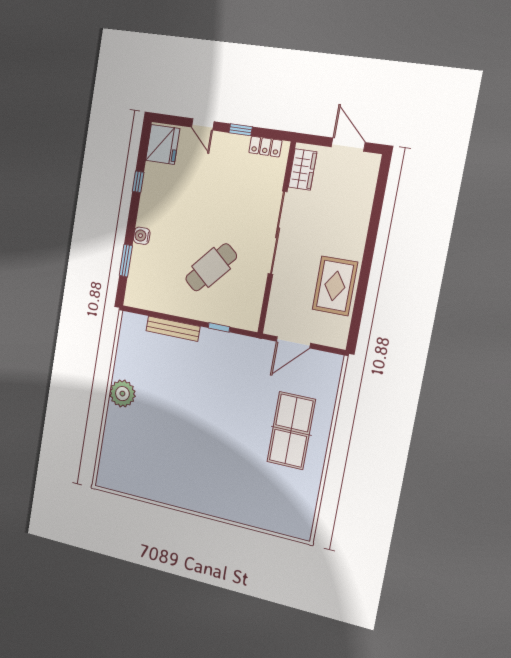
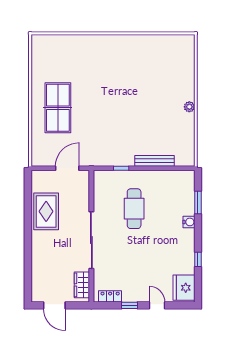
cafe table: (211, 267) -> (134, 209), turned -41
plant: (122, 394) -> (189, 107), width x0.53, depth x0.53

